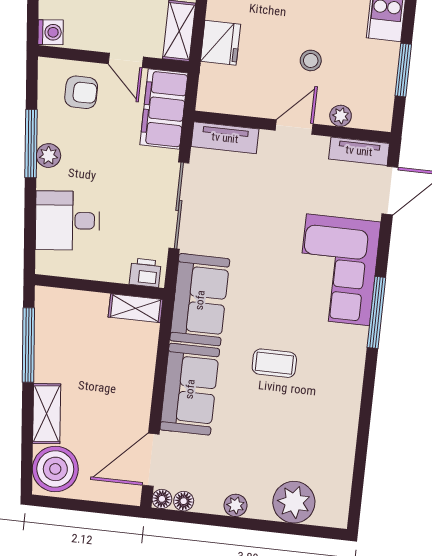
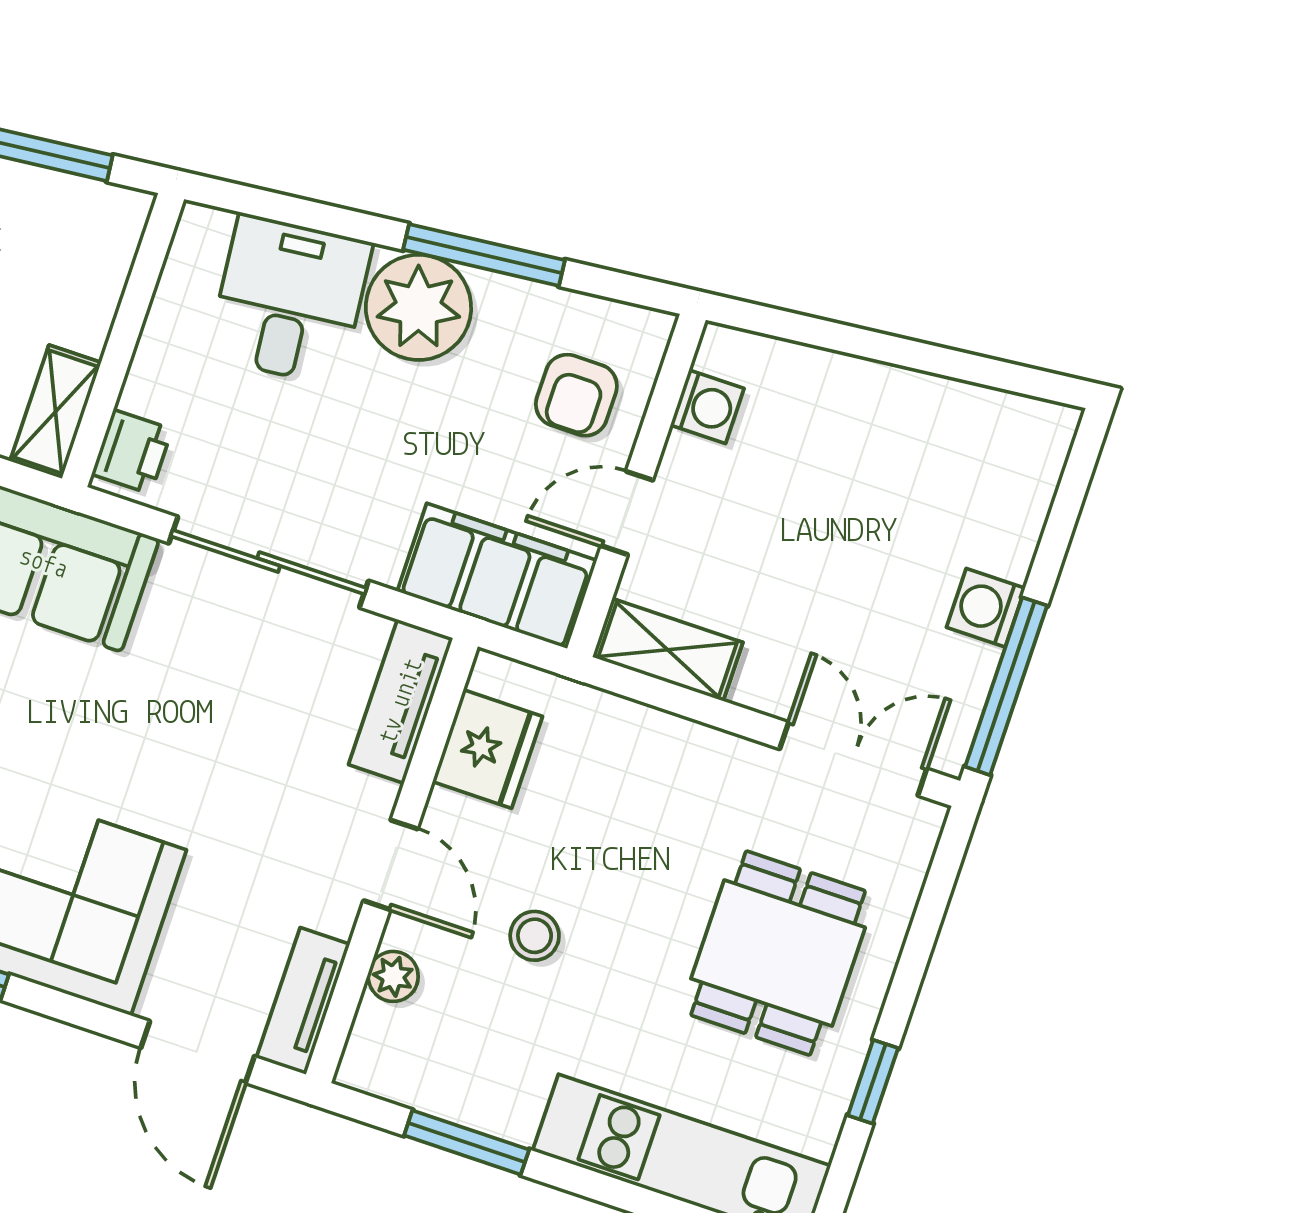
washing machine: (51, 32) -> (707, 407), moved, turned -84
fridge: (220, 43) -> (487, 749), moved, turned -90
plant: (49, 156) -> (418, 307), width x1.87, depth x1.87

